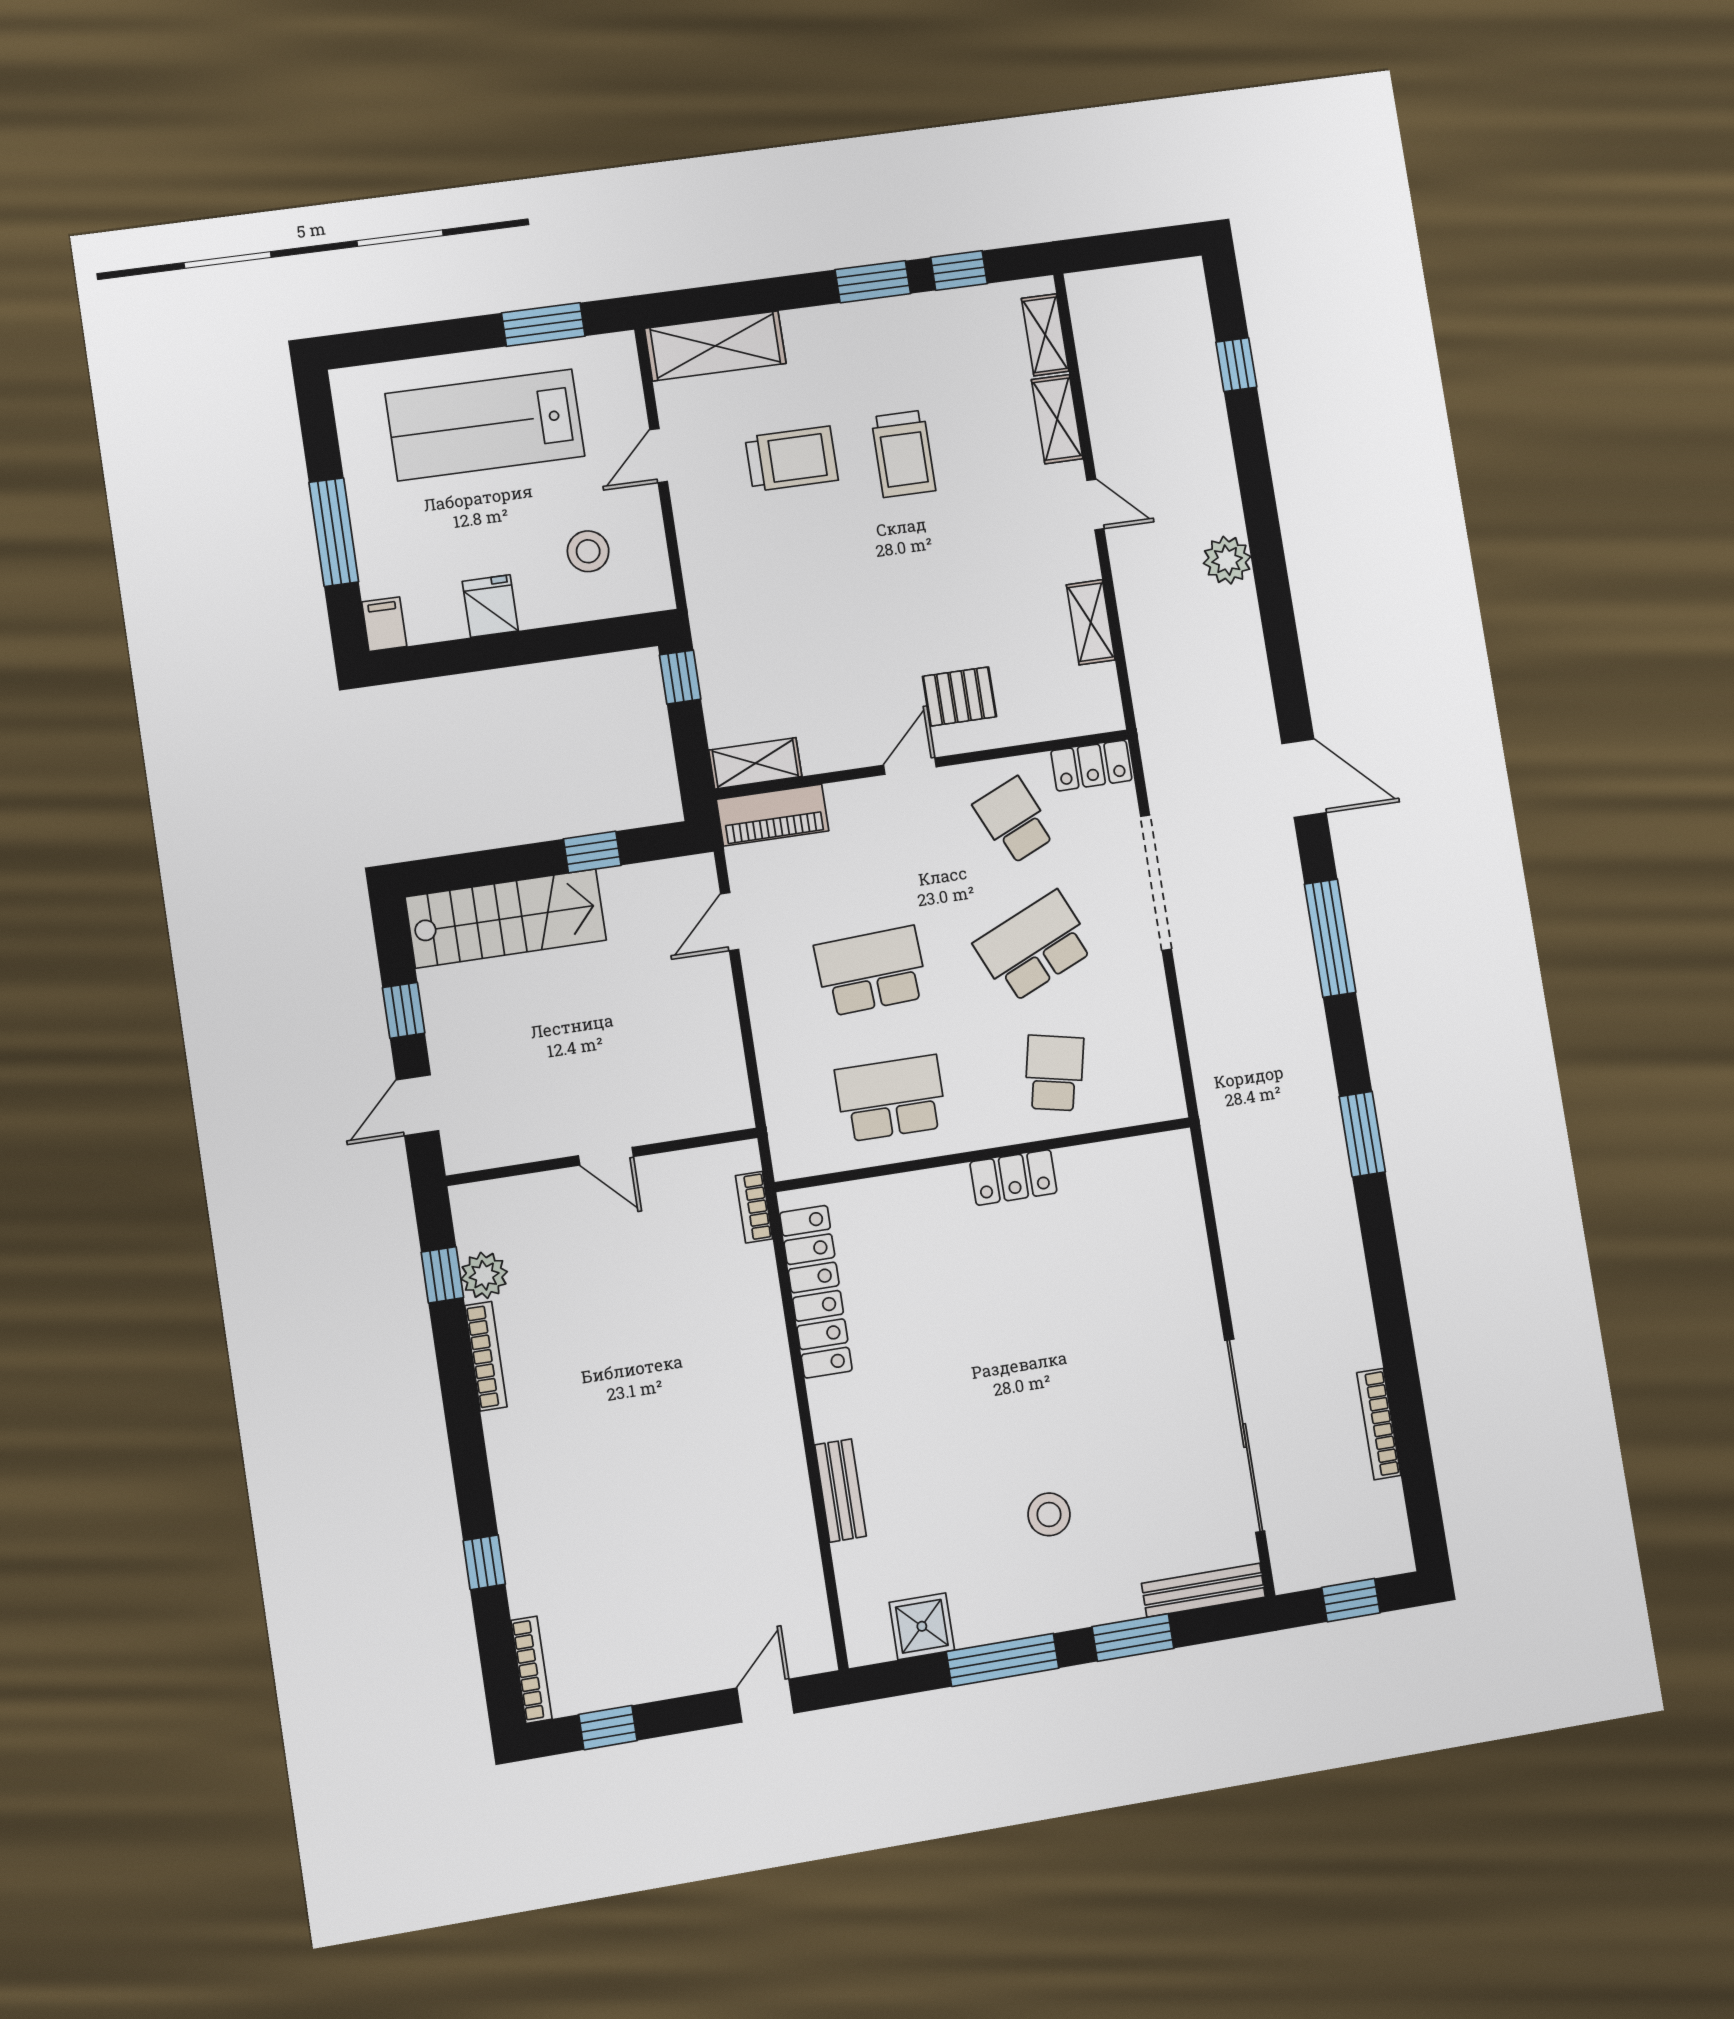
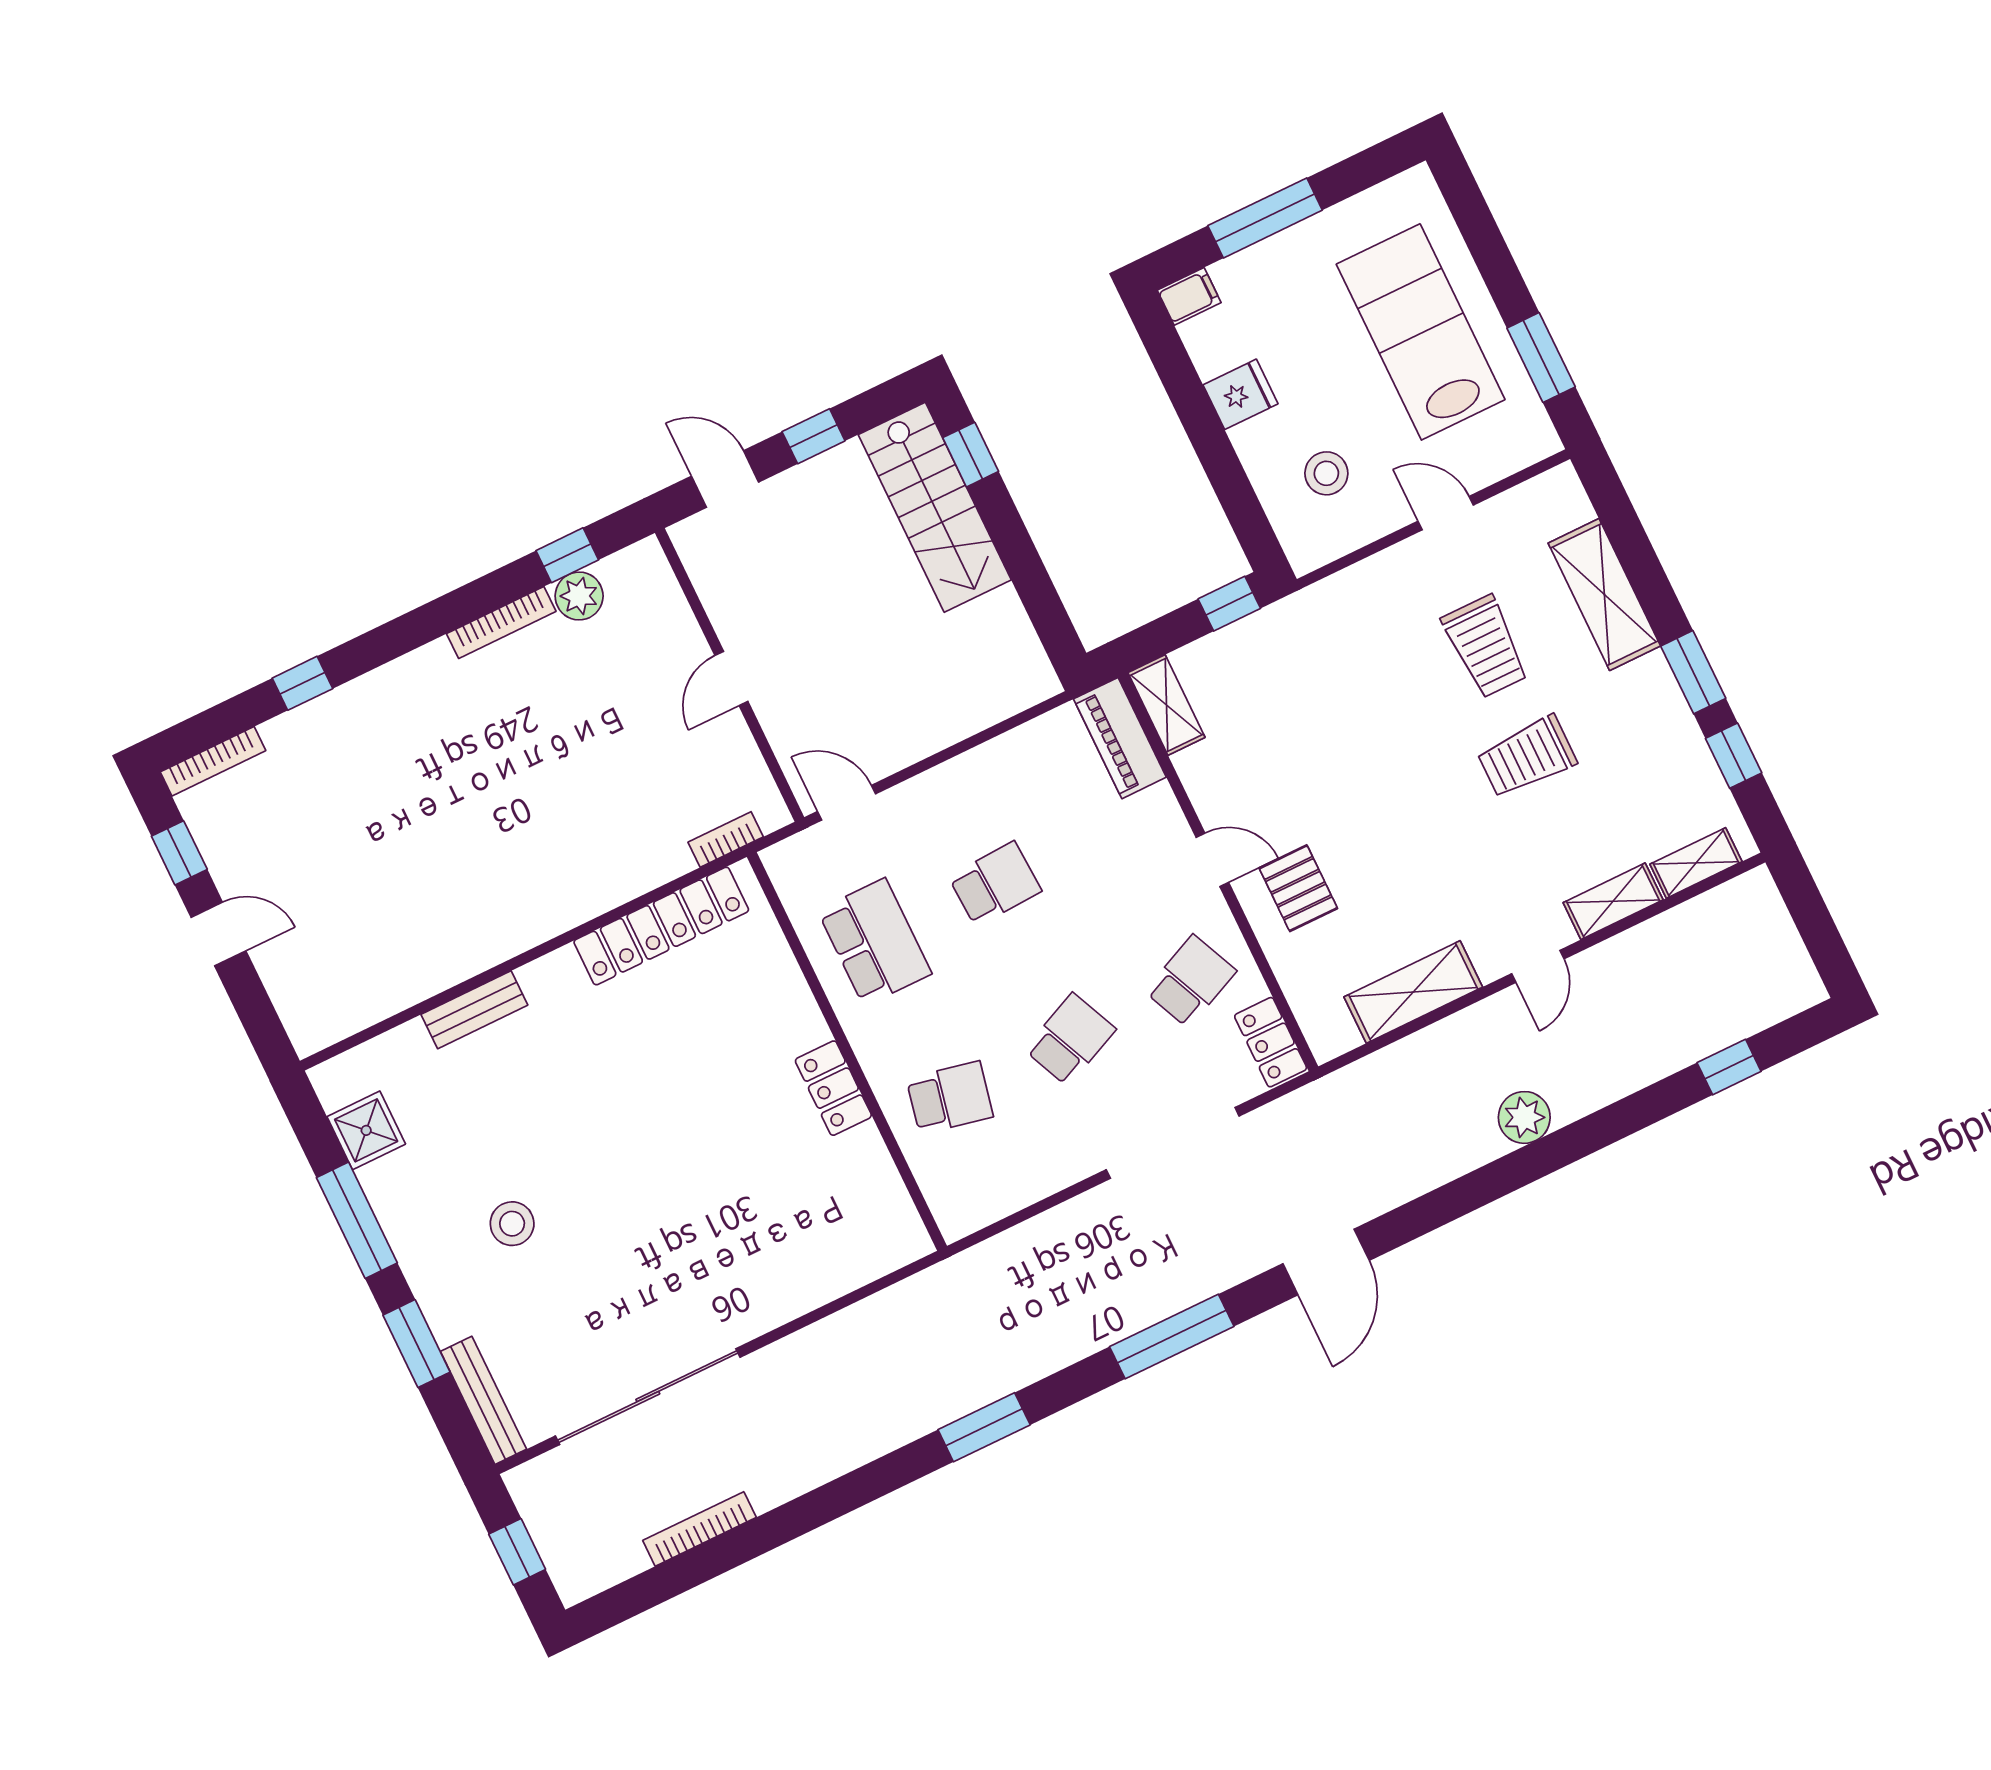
shelving: (715, 346) -> (1604, 595), moved
shelving: (1091, 622) -> (1413, 992), width x1.50, depth x1.33
window: (592, 852) -> (971, 455), moved
door: (730, 922) -> (846, 803), moved
school desk: (1034, 946) -> (1070, 1039), width x0.54
school desk: (871, 971) -> (995, 884), width x0.54
door: (765, 1701) -> (219, 934), moved

